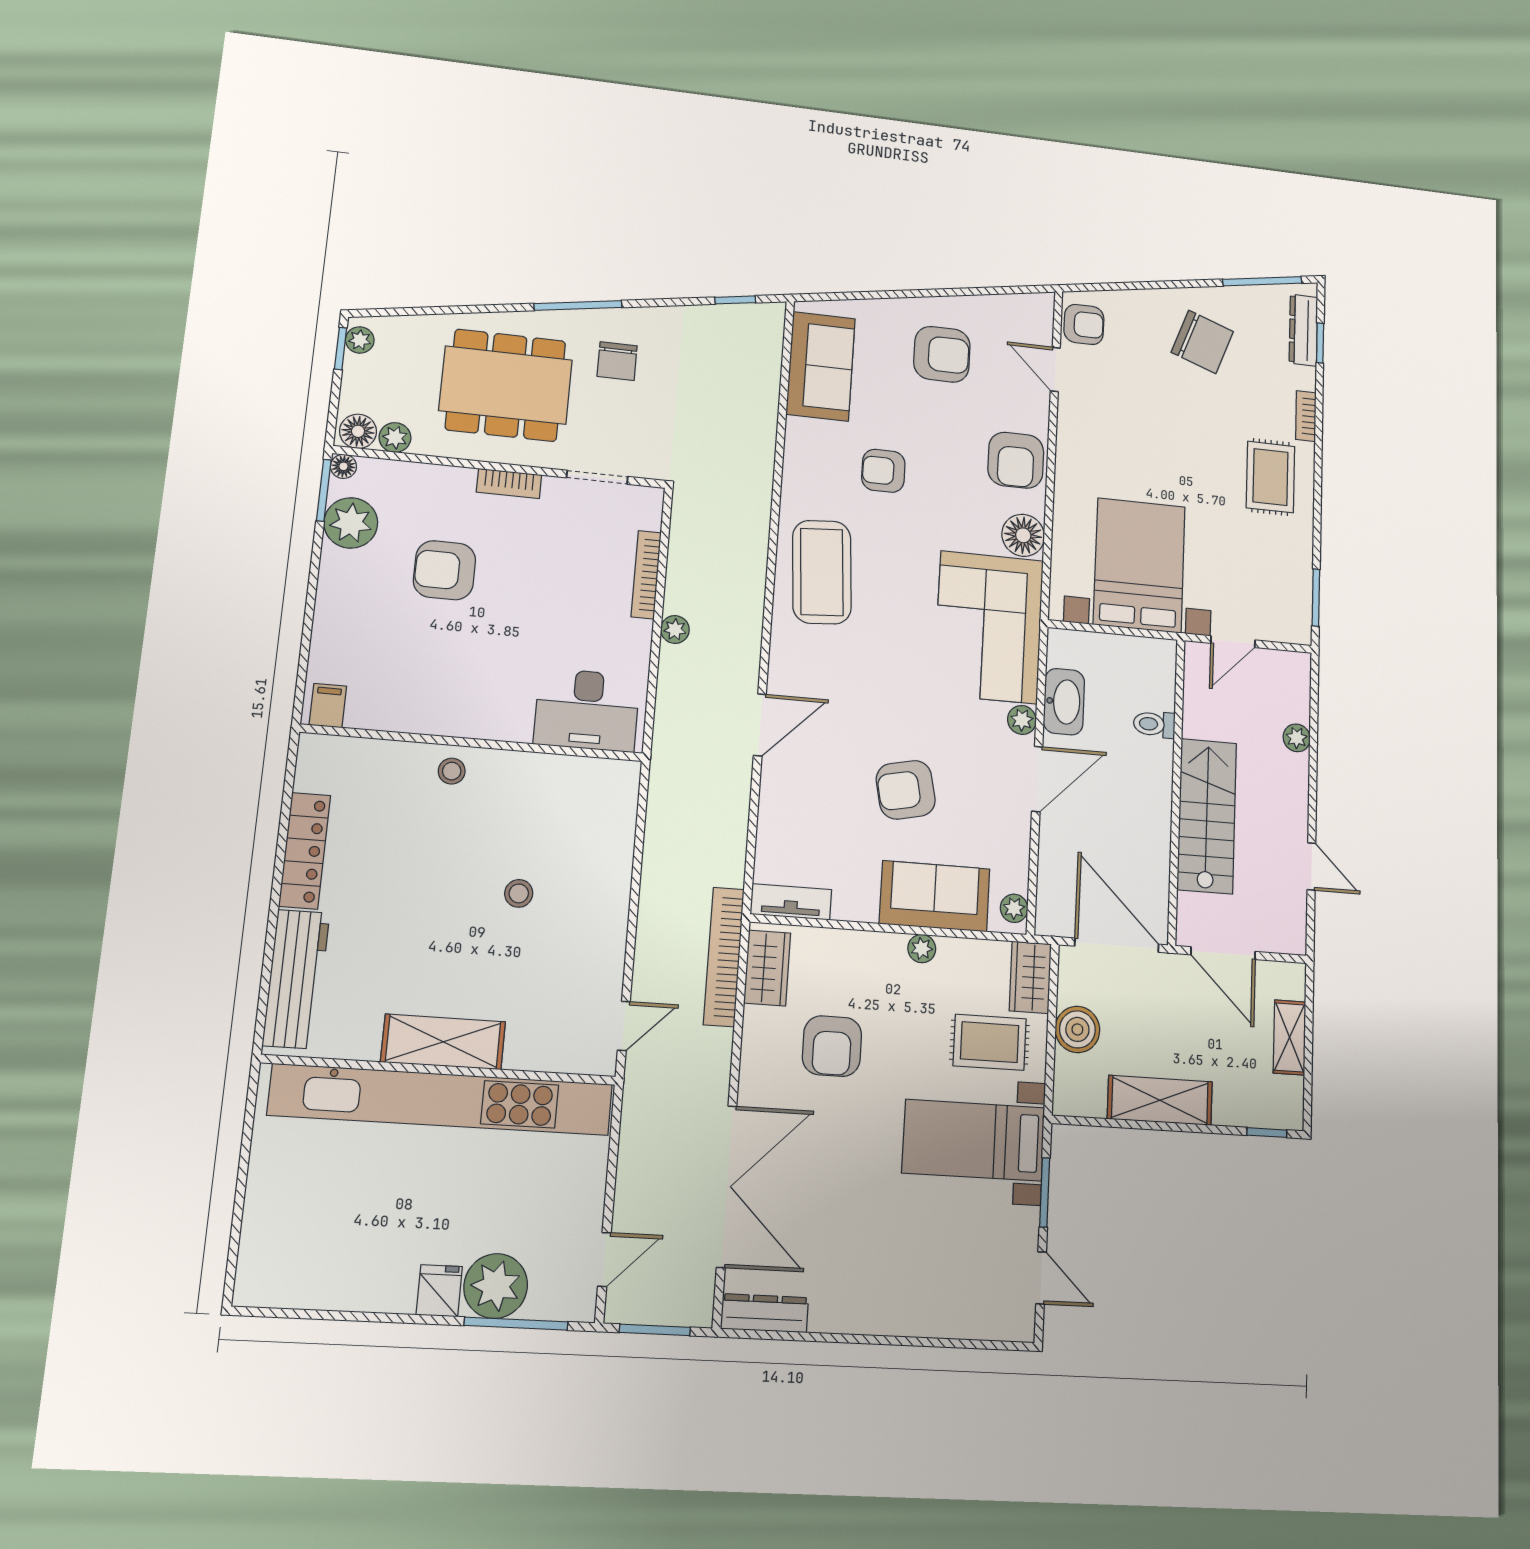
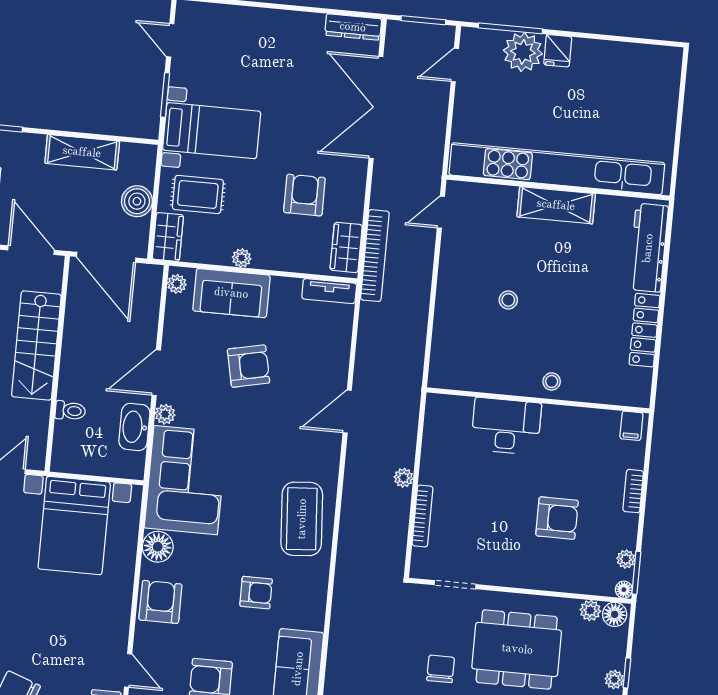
bookcase: (509, 484) -> (633, 491), moved, turned -90
plant: (351, 523) -> (626, 559), width x0.53, depth x0.53
desk: (587, 710) -> (506, 426), moved

